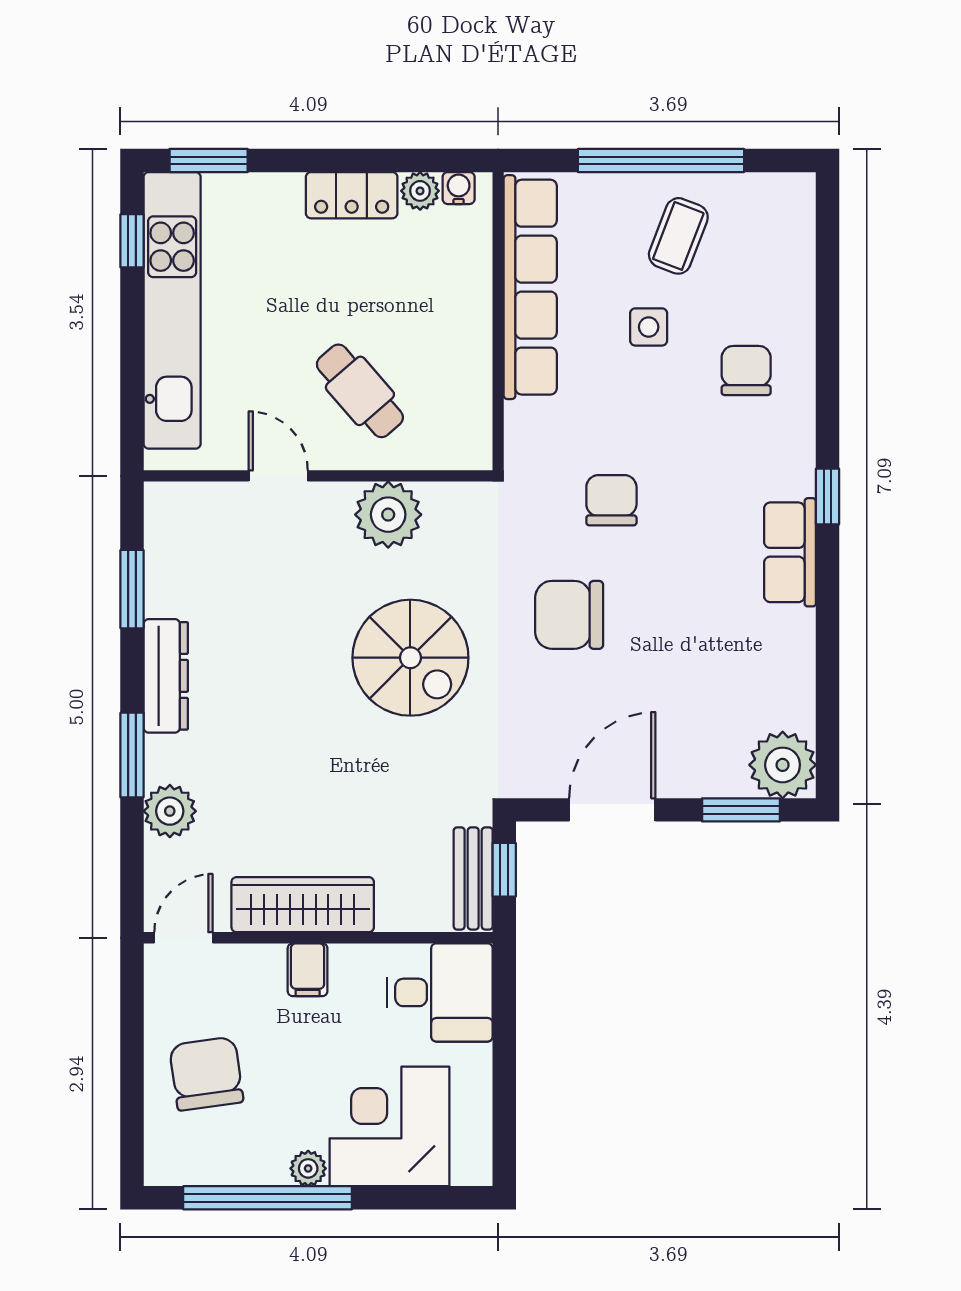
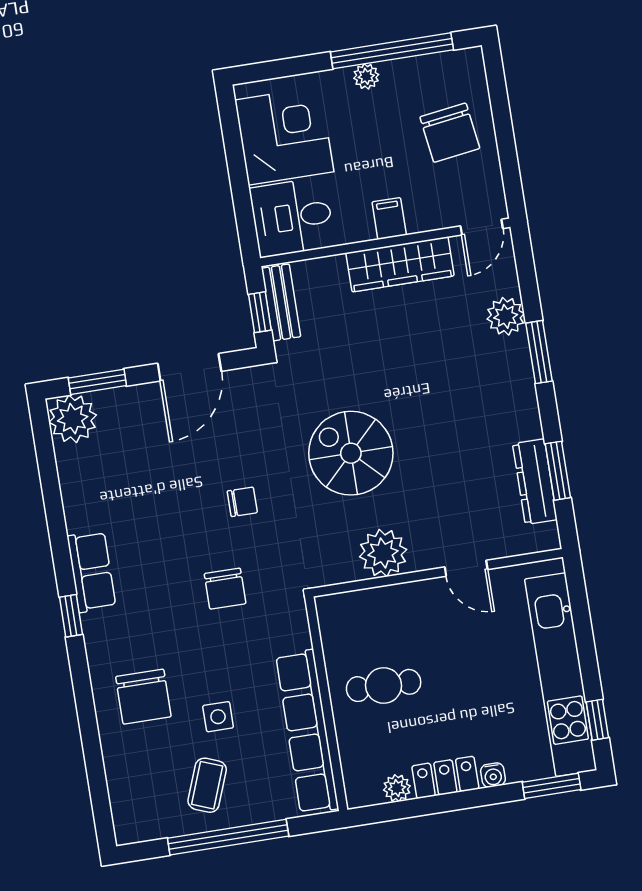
water cooler: (459, 188) -> (493, 775), moved
chair: (746, 370) -> (143, 697), width x1.37, depth x1.37
cafe table: (360, 391) -> (384, 685), moved, turned -48
chair: (569, 615) -> (242, 502), width x0.54, depth x0.54
dresser: (166, 676) -> (535, 482), moved
corner desk: (389, 1126) -> (284, 136), moved, turned -90

